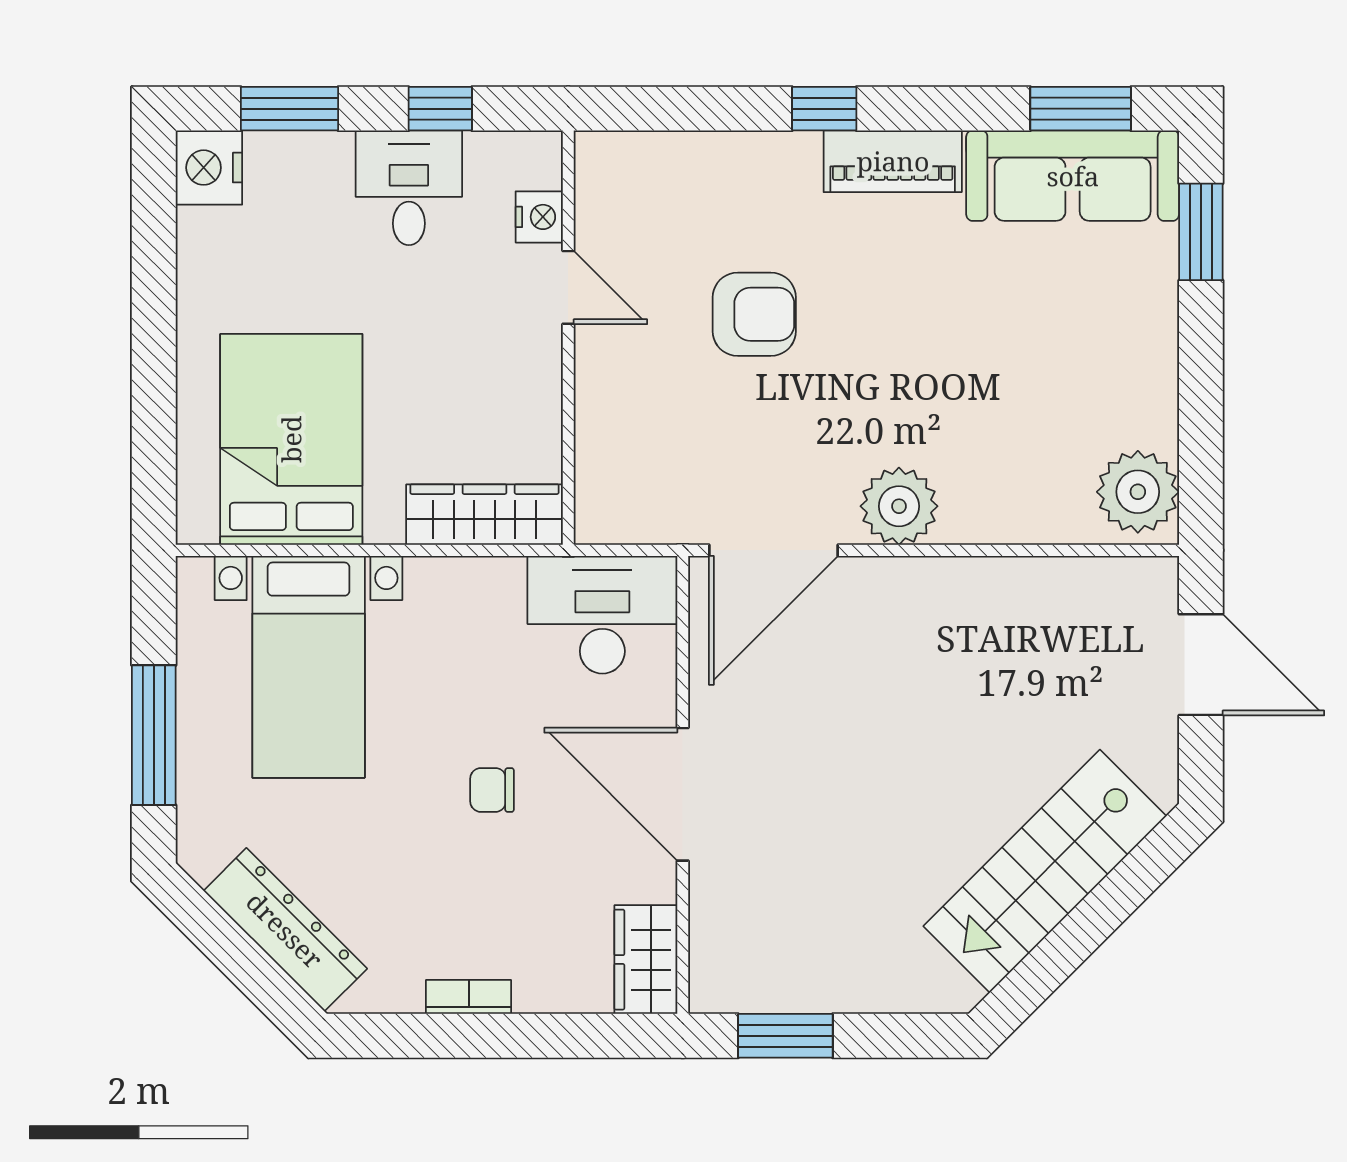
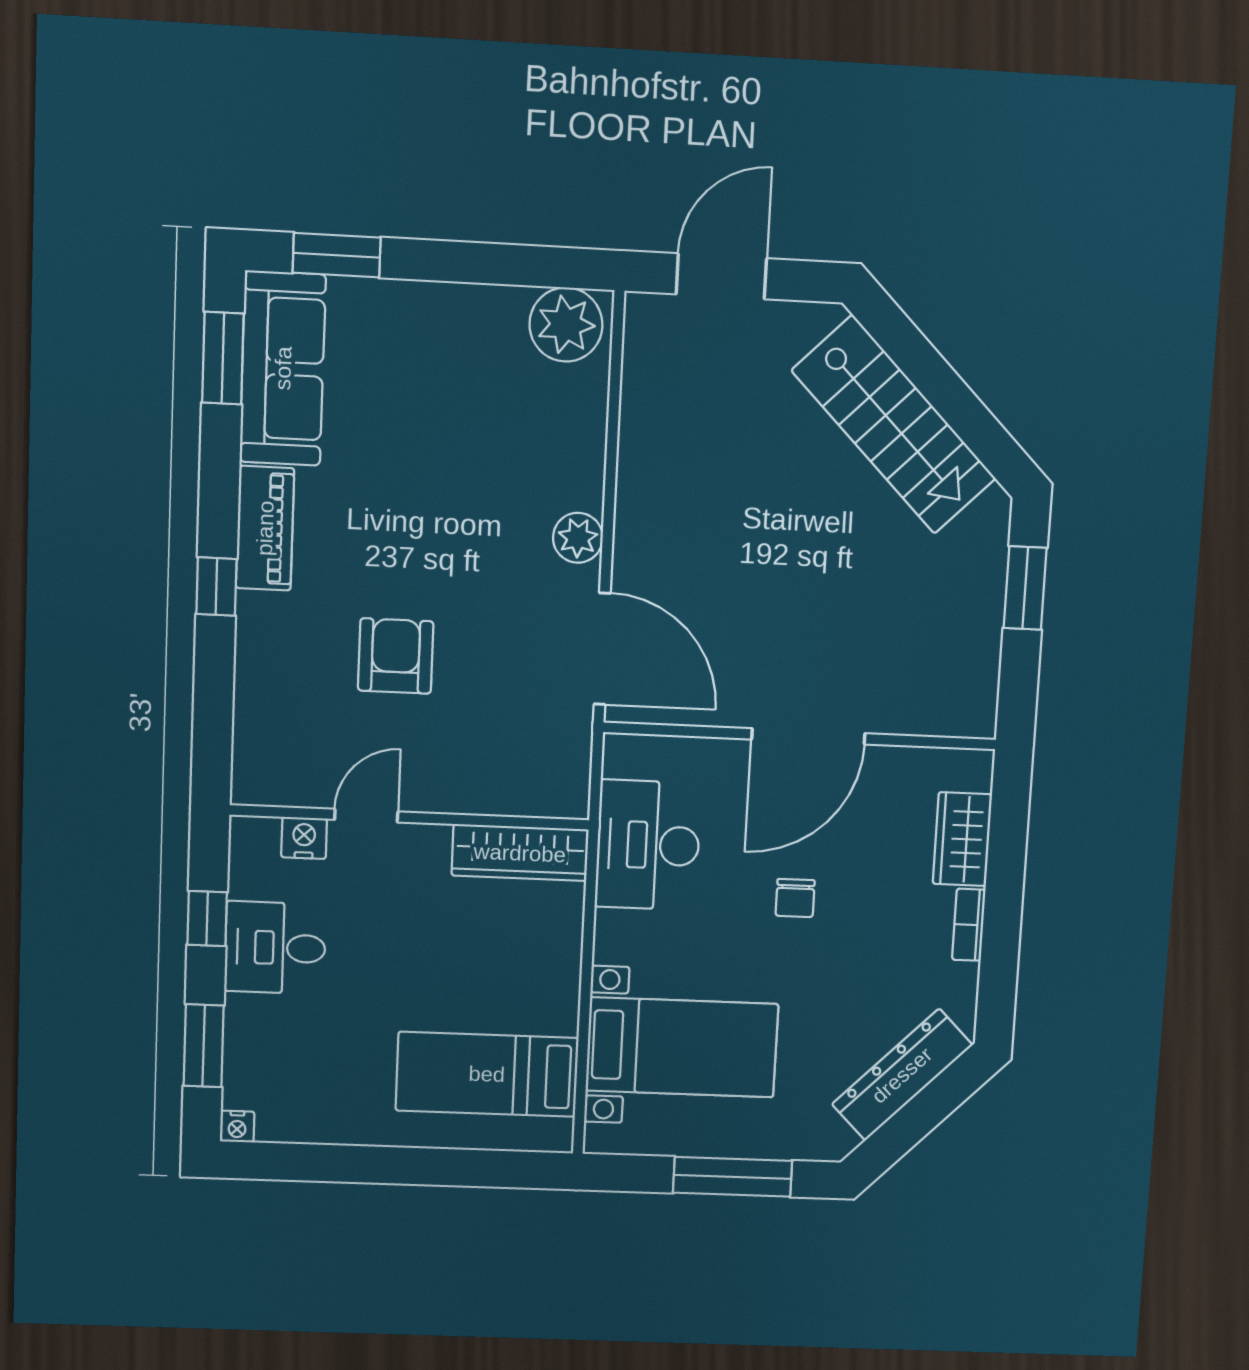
nightstand: (209, 168) -> (237, 1127), width x0.53, depth x0.56
bed: (291, 439) -> (487, 1074), width x0.67
plant: (899, 506) -> (578, 538), width x0.73, depth x0.73
wardrobe: (484, 515) -> (520, 853), moved, turned -90
desk: (602, 615) -> (648, 845), moved
wardrobe: (646, 960) -> (962, 839), moved, turned 90
window: (785, 1036) -> (1025, 588), moved

